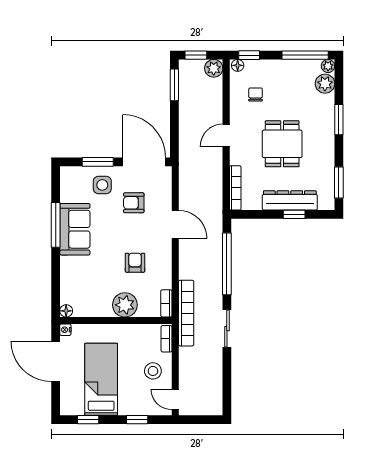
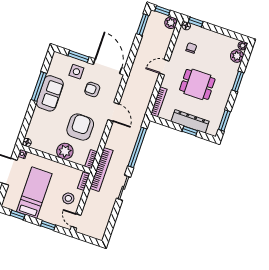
window: (305, 55) -> (231, 34), removed
dining table: (282, 144) -> (197, 84), turned 90
armchair: (135, 263) -> (80, 127), width x1.88, depth x1.88

